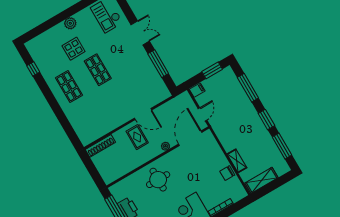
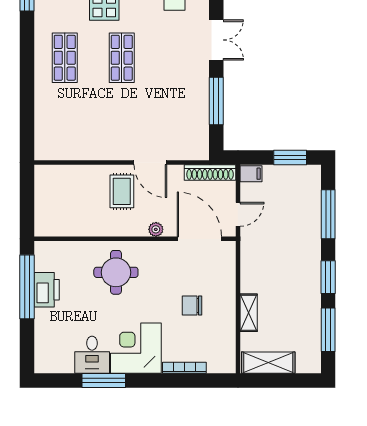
door: (190, 138) -> (199, 239), hinge flipped
shoe rack: (100, 146) -> (210, 172), moved
chair: (227, 173) -> (192, 305), moved

